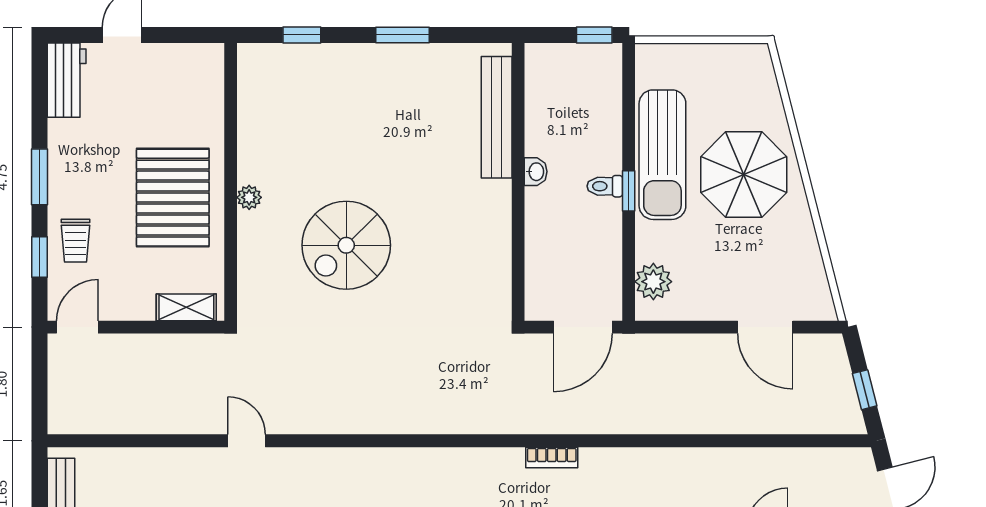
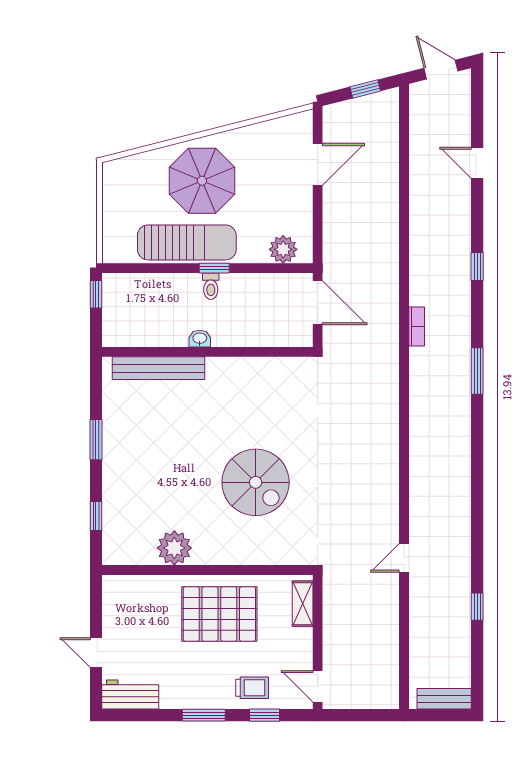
plant: (249, 197) -> (174, 548), moved, width x1.87, depth x1.87

